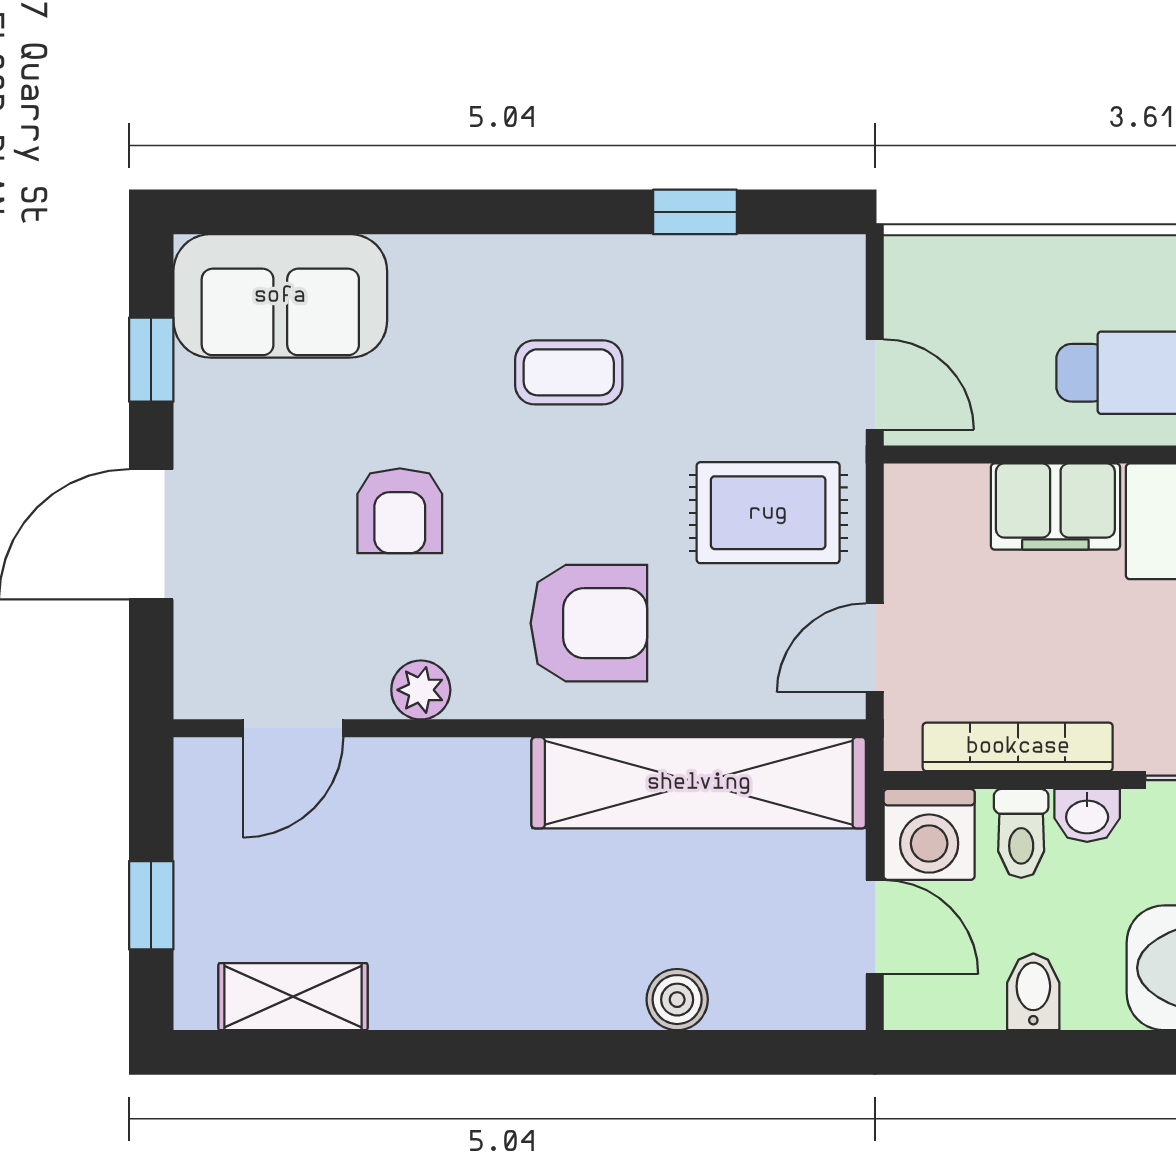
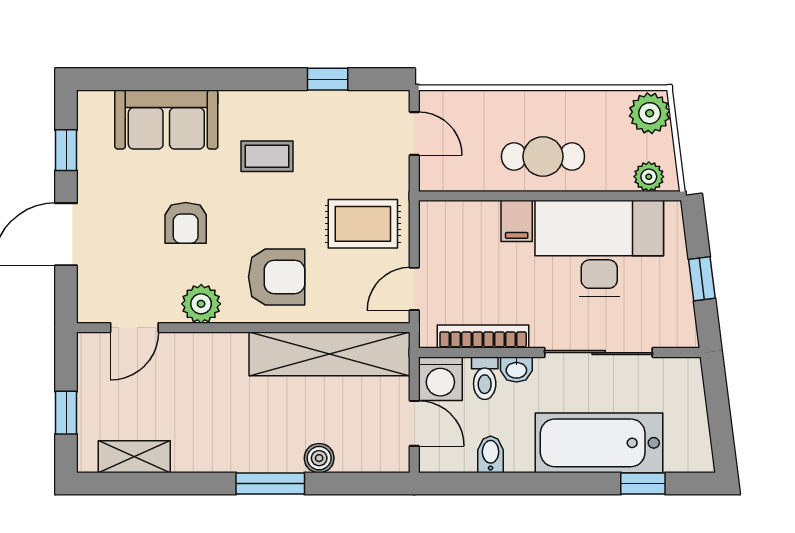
sofa: (280, 296) -> (166, 120), moved
door: (875, 384) -> (414, 134), moved
filing cabinet: (1055, 507) -> (517, 221), width x0.50
plant: (421, 690) -> (201, 304), width x1.38, depth x1.38
window: (576, 1052) -> (270, 484), added

